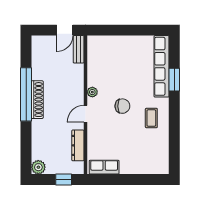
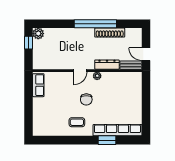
shoe rack: (37, 100) -> (110, 33), moved
door: (86, 114) -> (80, 71), swing flipped
dresser: (78, 145) -> (107, 65), moved
window: (64, 180) -> (29, 43), moved

